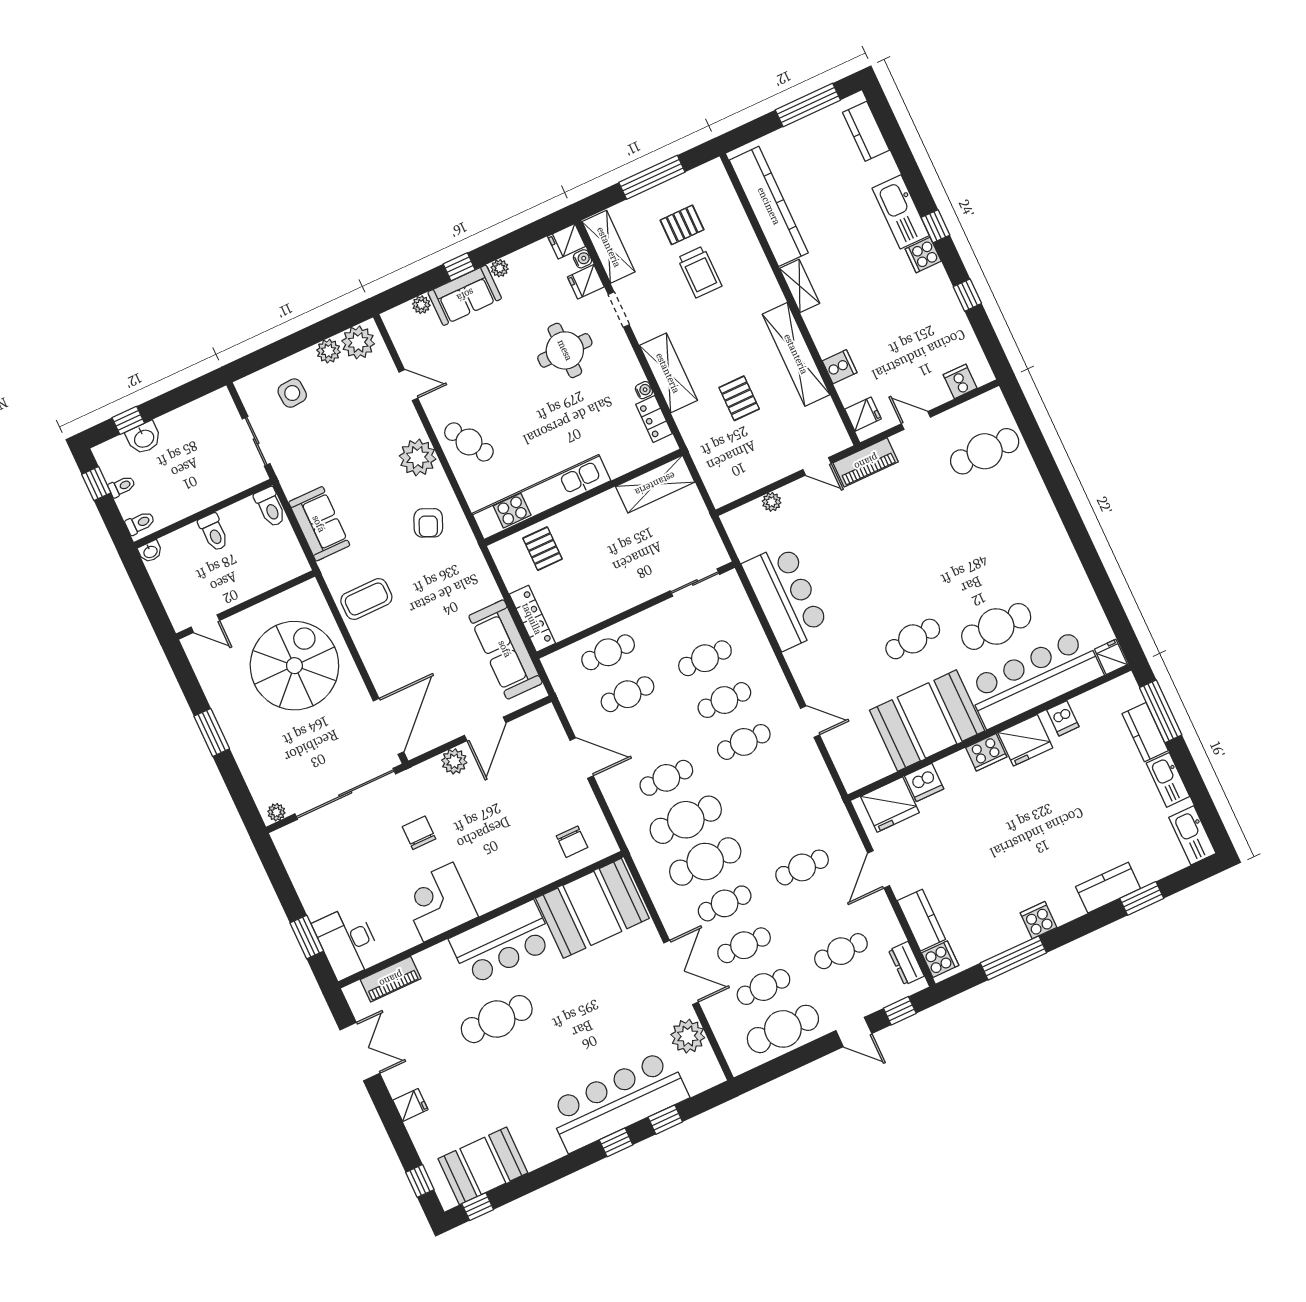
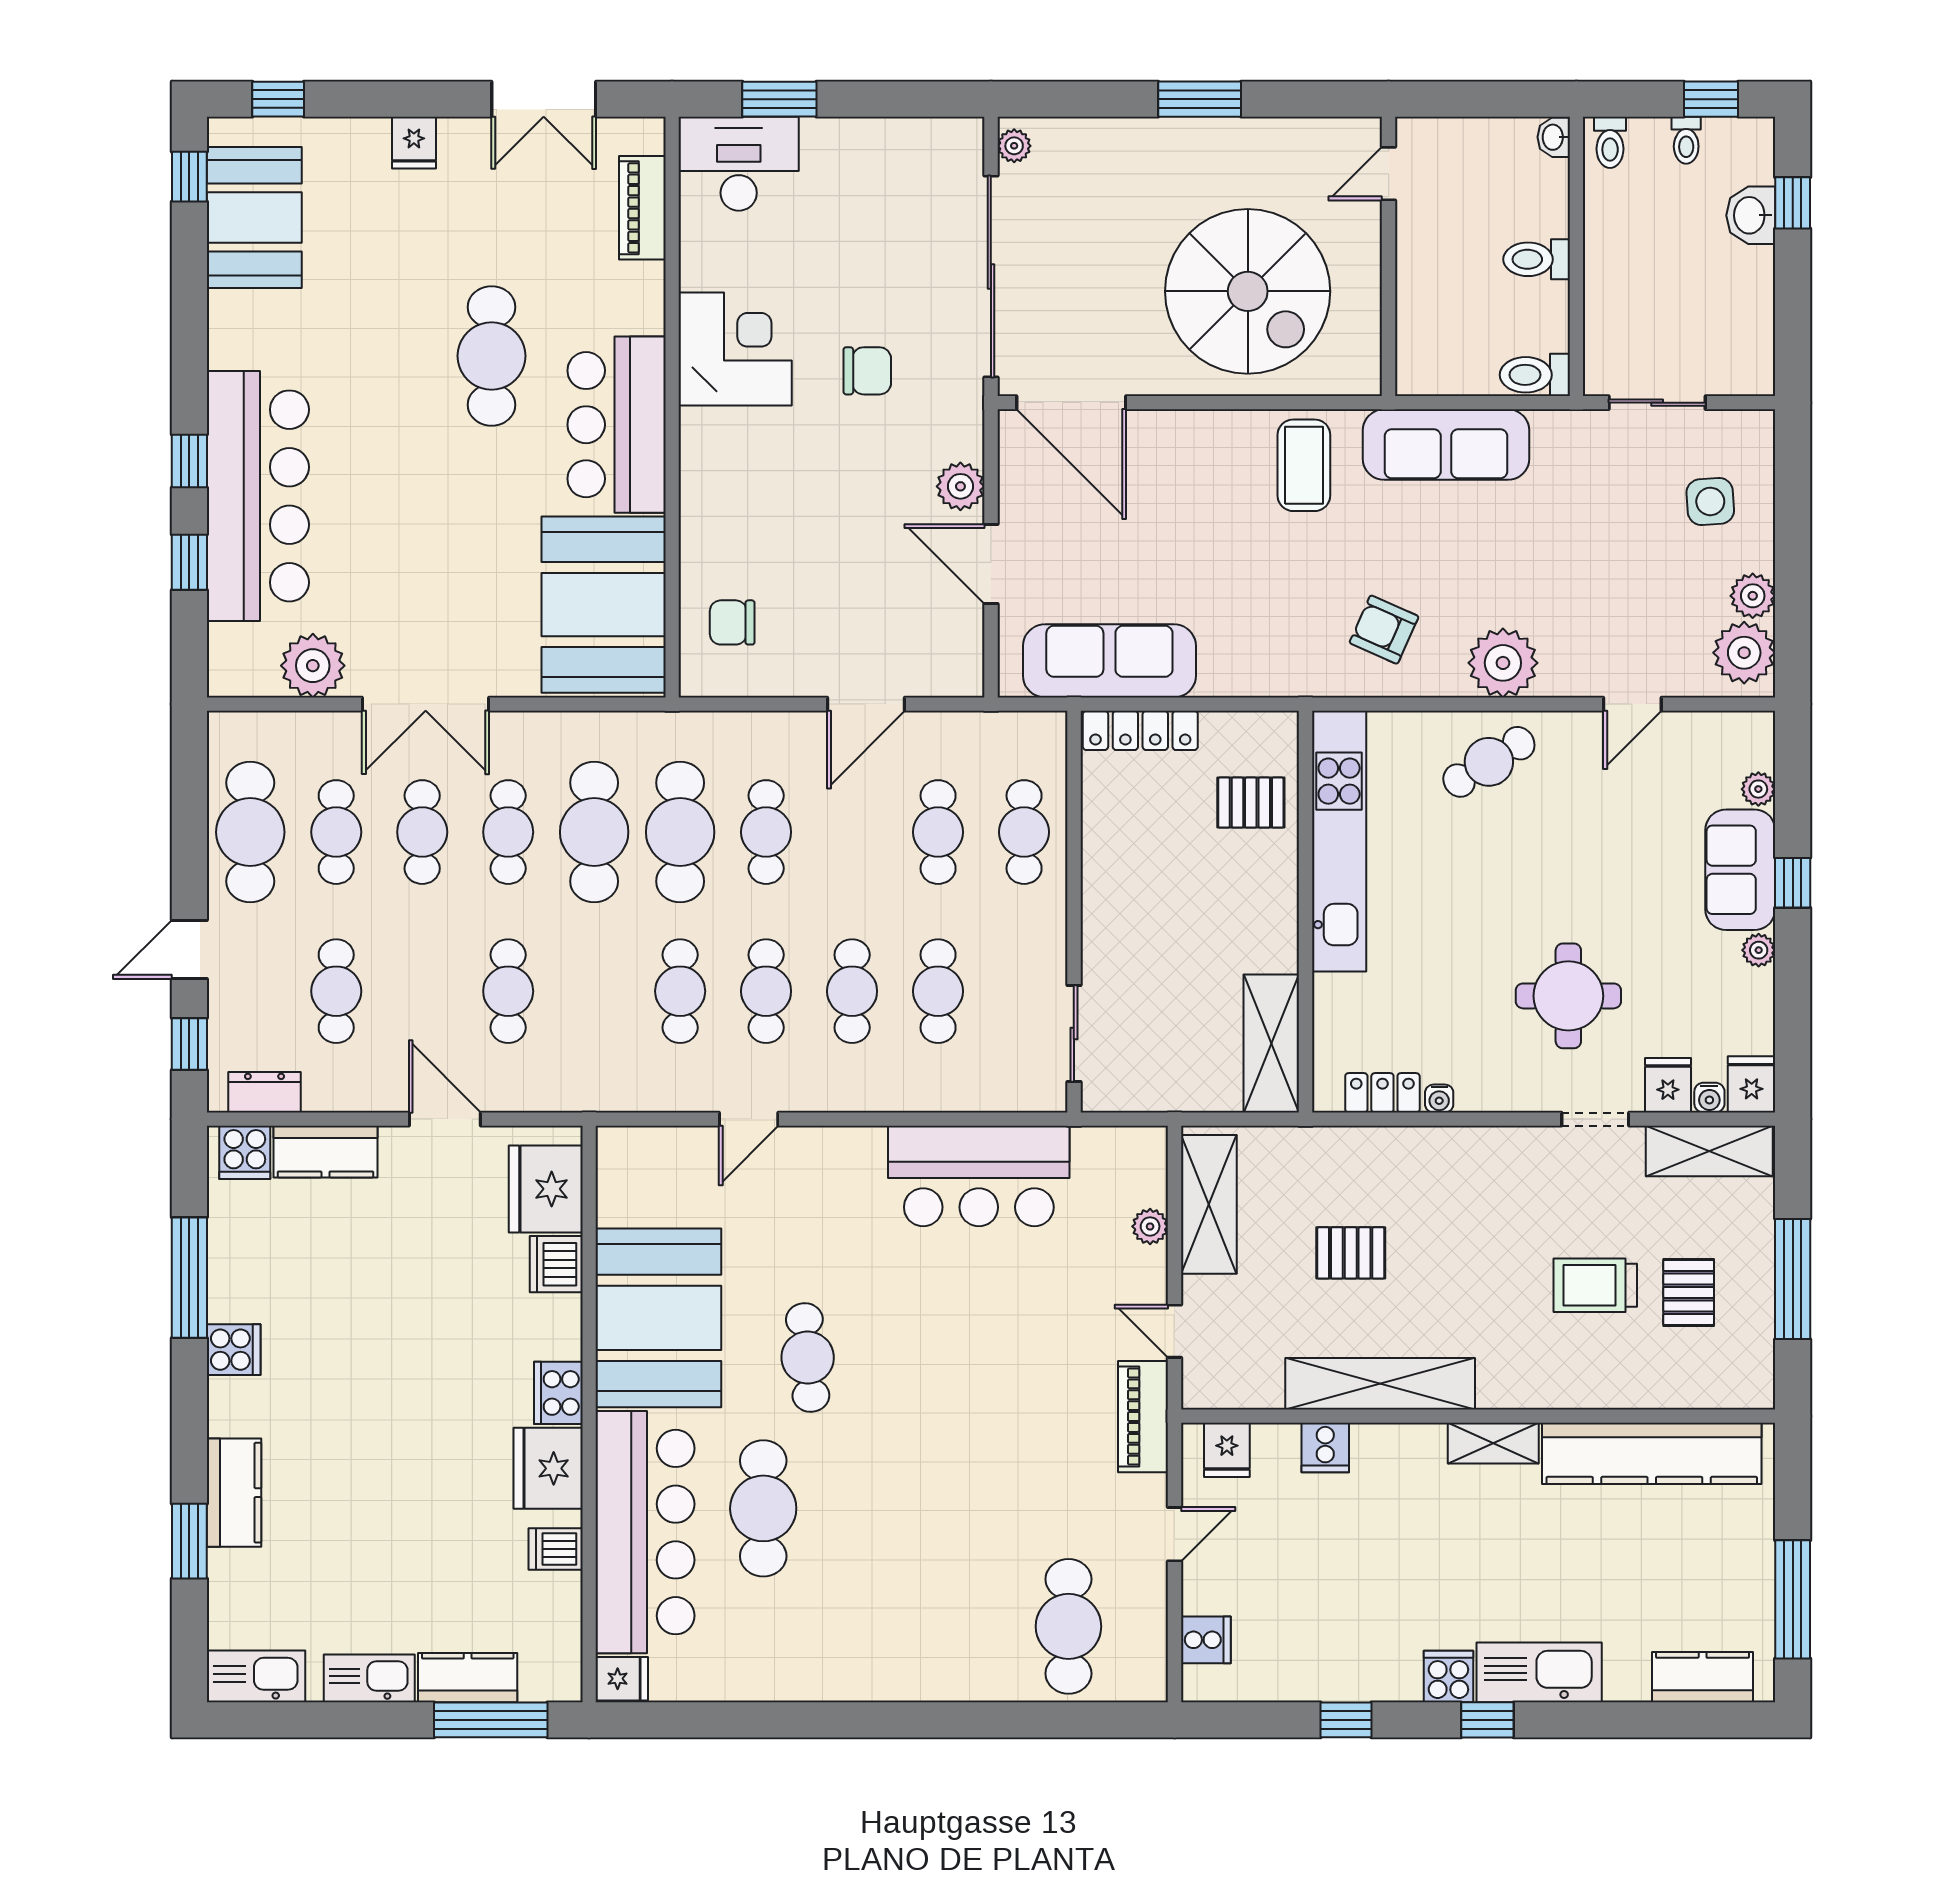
shelving: (668, 373) -> (1209, 1204), moved, turned 90
door: (817, 466) -> (1174, 1331), hinge flipped
sofa: (319, 524) -> (1446, 445), width x1.36
cafe table: (763, 784) -> (680, 991), added

